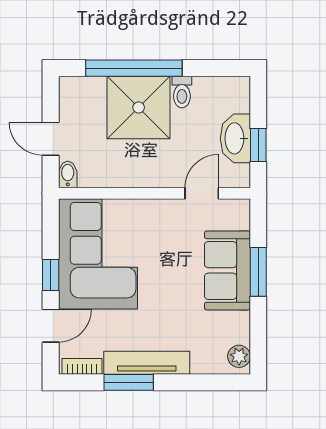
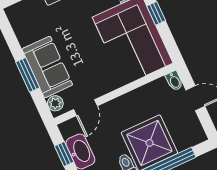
plant: (239, 356) -> (55, 103), moved

